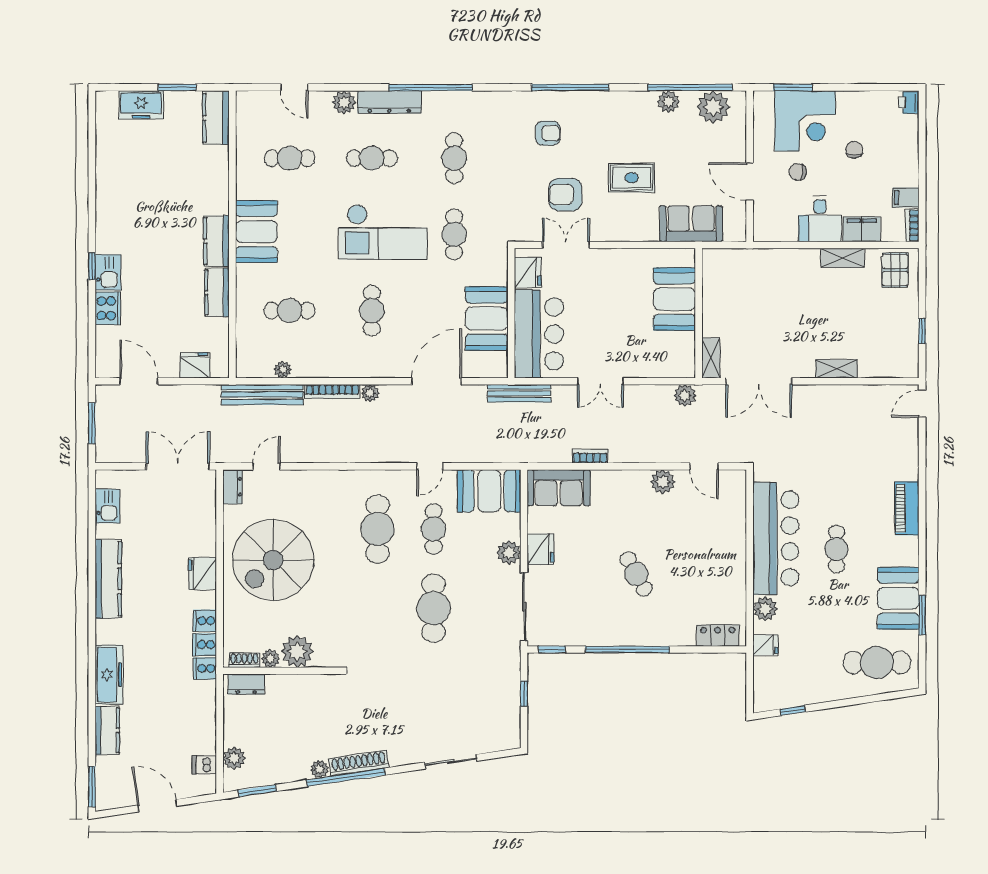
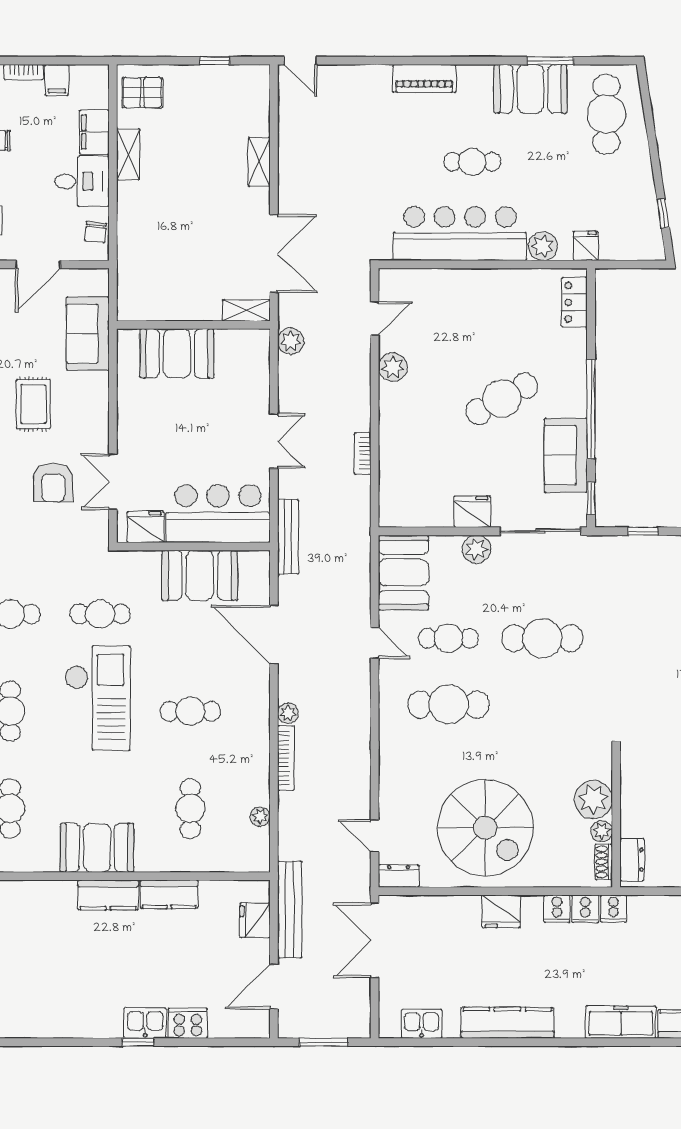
chair: (797, 172) -> (96, 232), moved
bookcase: (912, 225) -> (24, 72), moved
bench: (262, 395) -> (290, 910), moved
sofa: (559, 488) -> (566, 455), moved, turned 180
cafe table: (636, 574) -> (502, 399), width x1.37, depth x1.35

